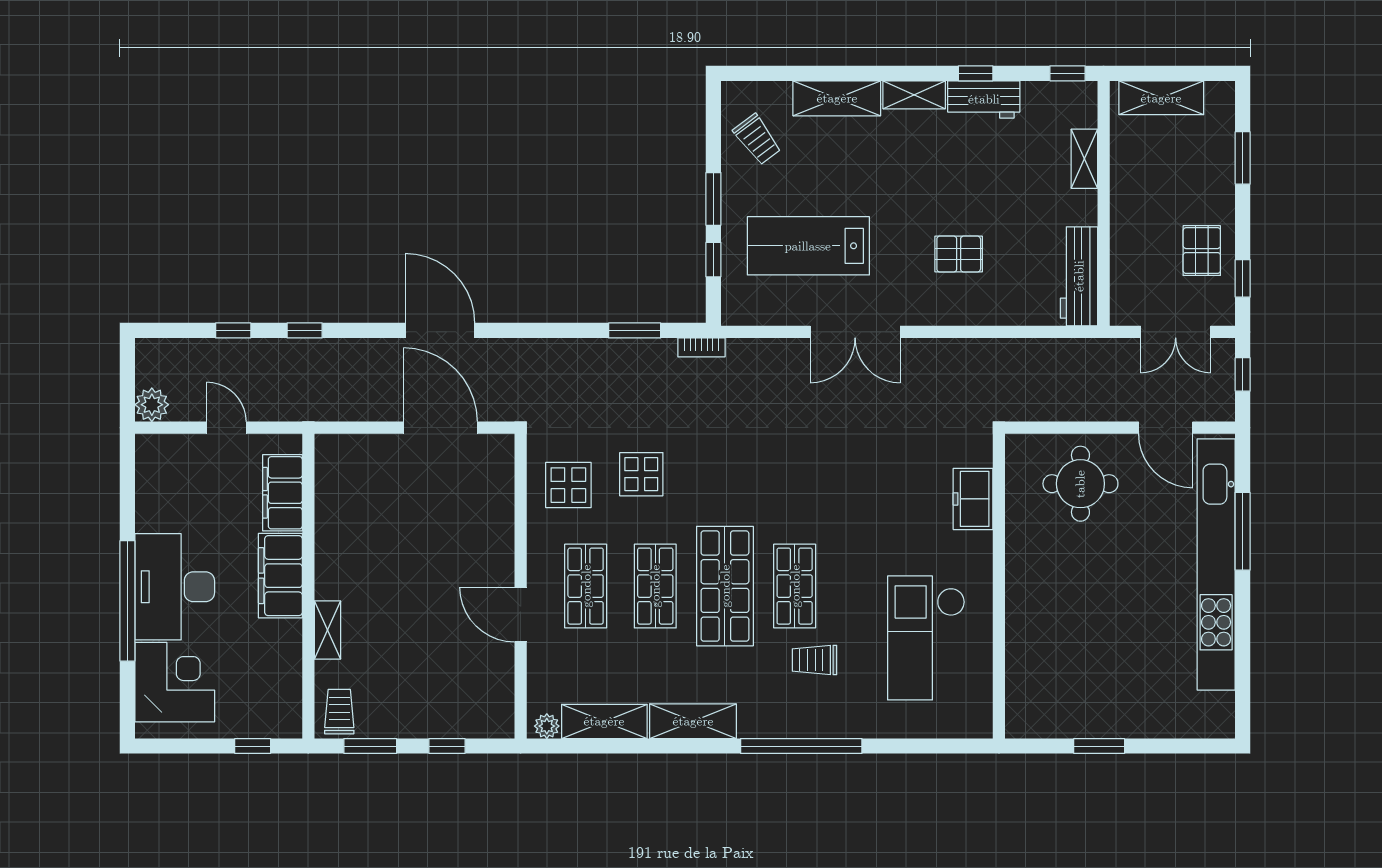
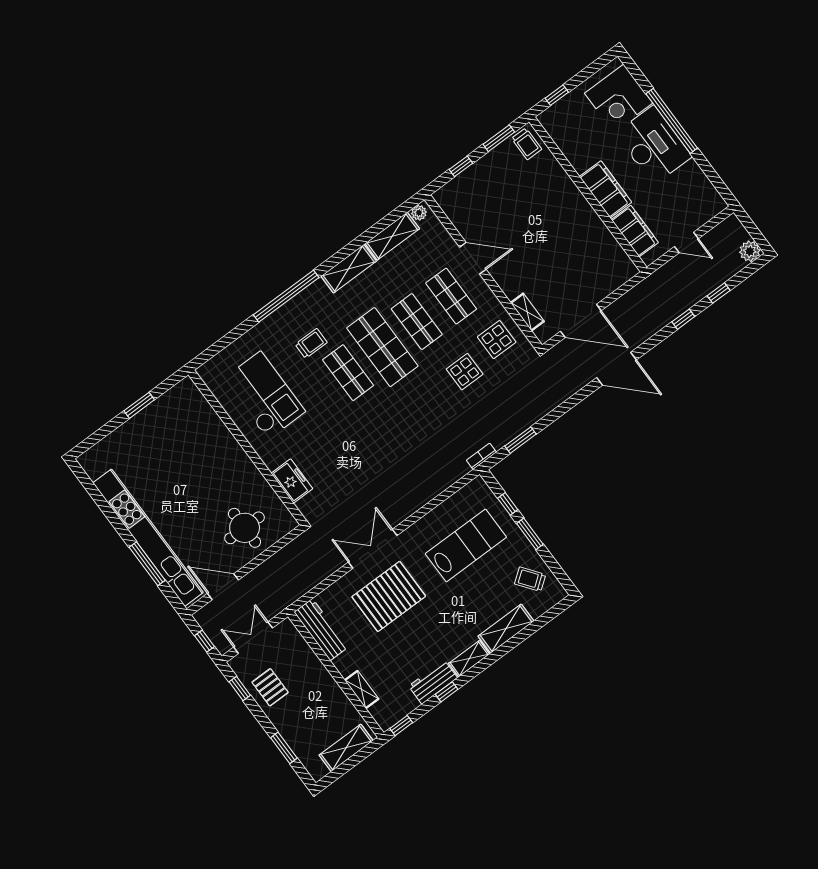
pallet: (959, 254) -> (389, 596), width x2.05, depth x2.00
double door: (855, 332) -> (373, 549), moved
plant: (152, 405) -> (750, 251), moved
shelving: (327, 630) -> (527, 312), moved

